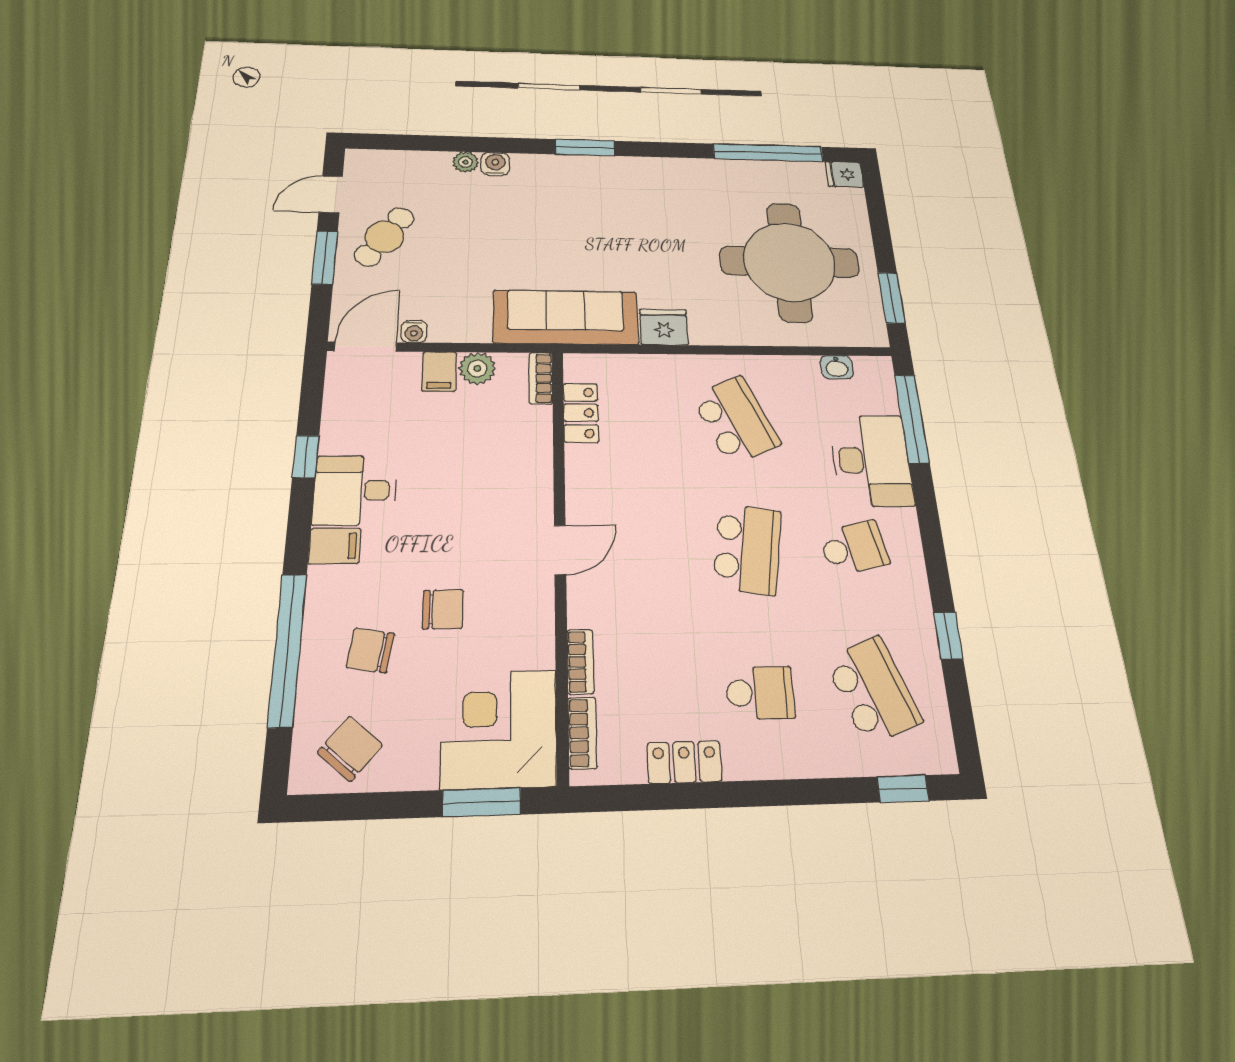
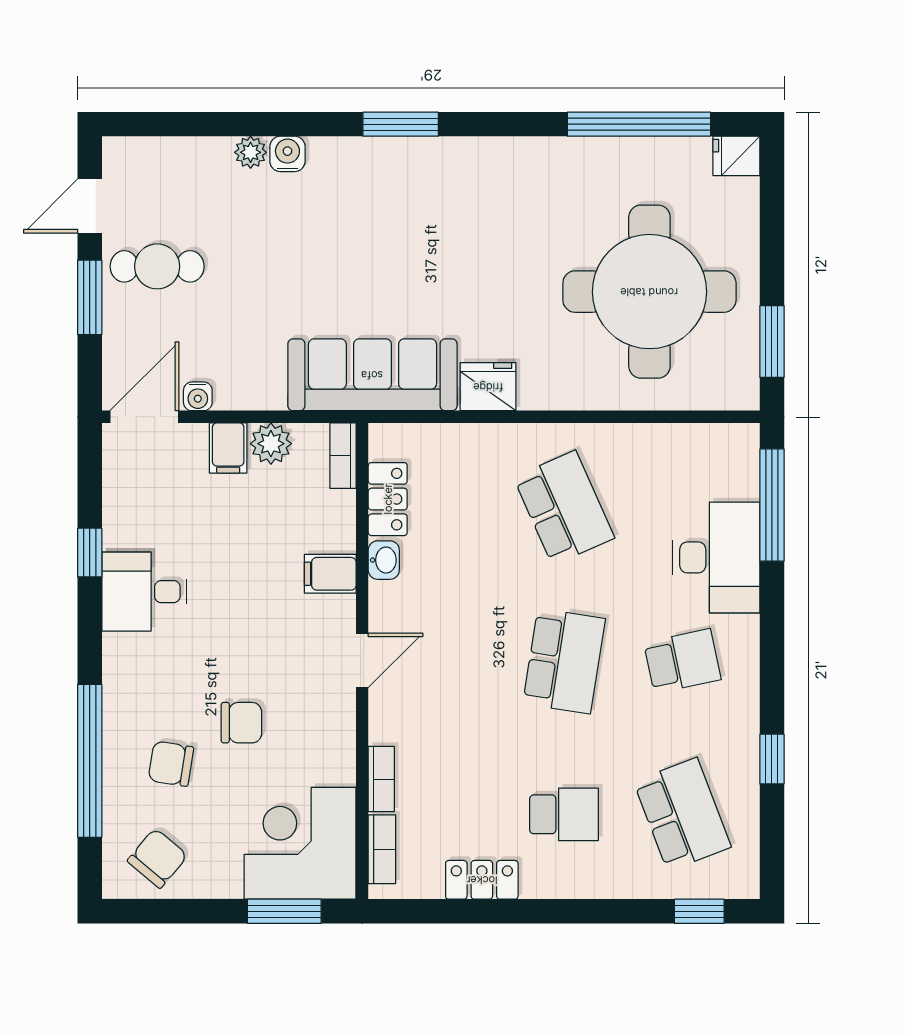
cafe table: (384, 237) -> (157, 266), turned 57
washbasin: (837, 367) -> (384, 560), moved, turned -90
filing cabinet: (335, 546) -> (330, 574), moved, turned 180

